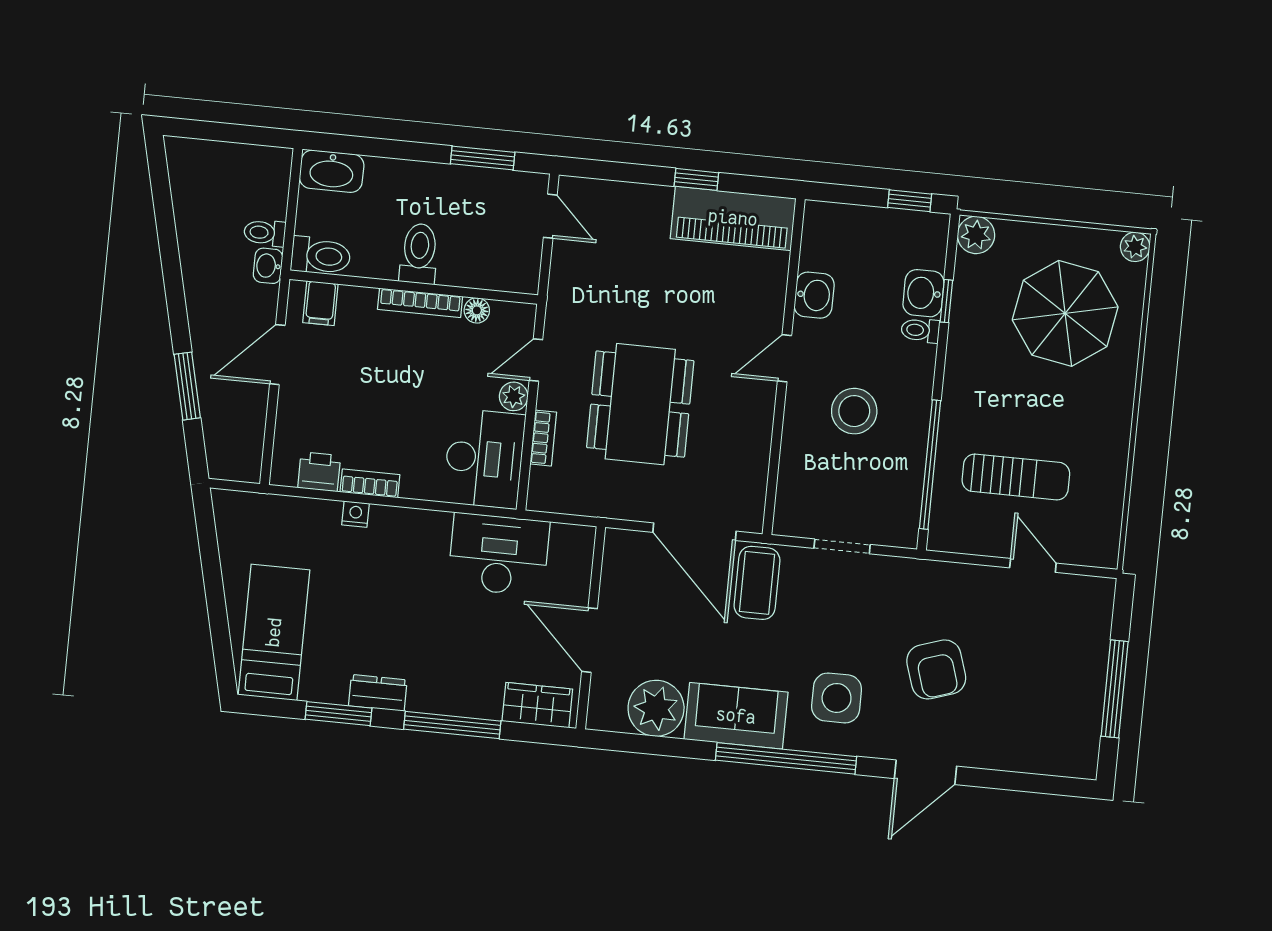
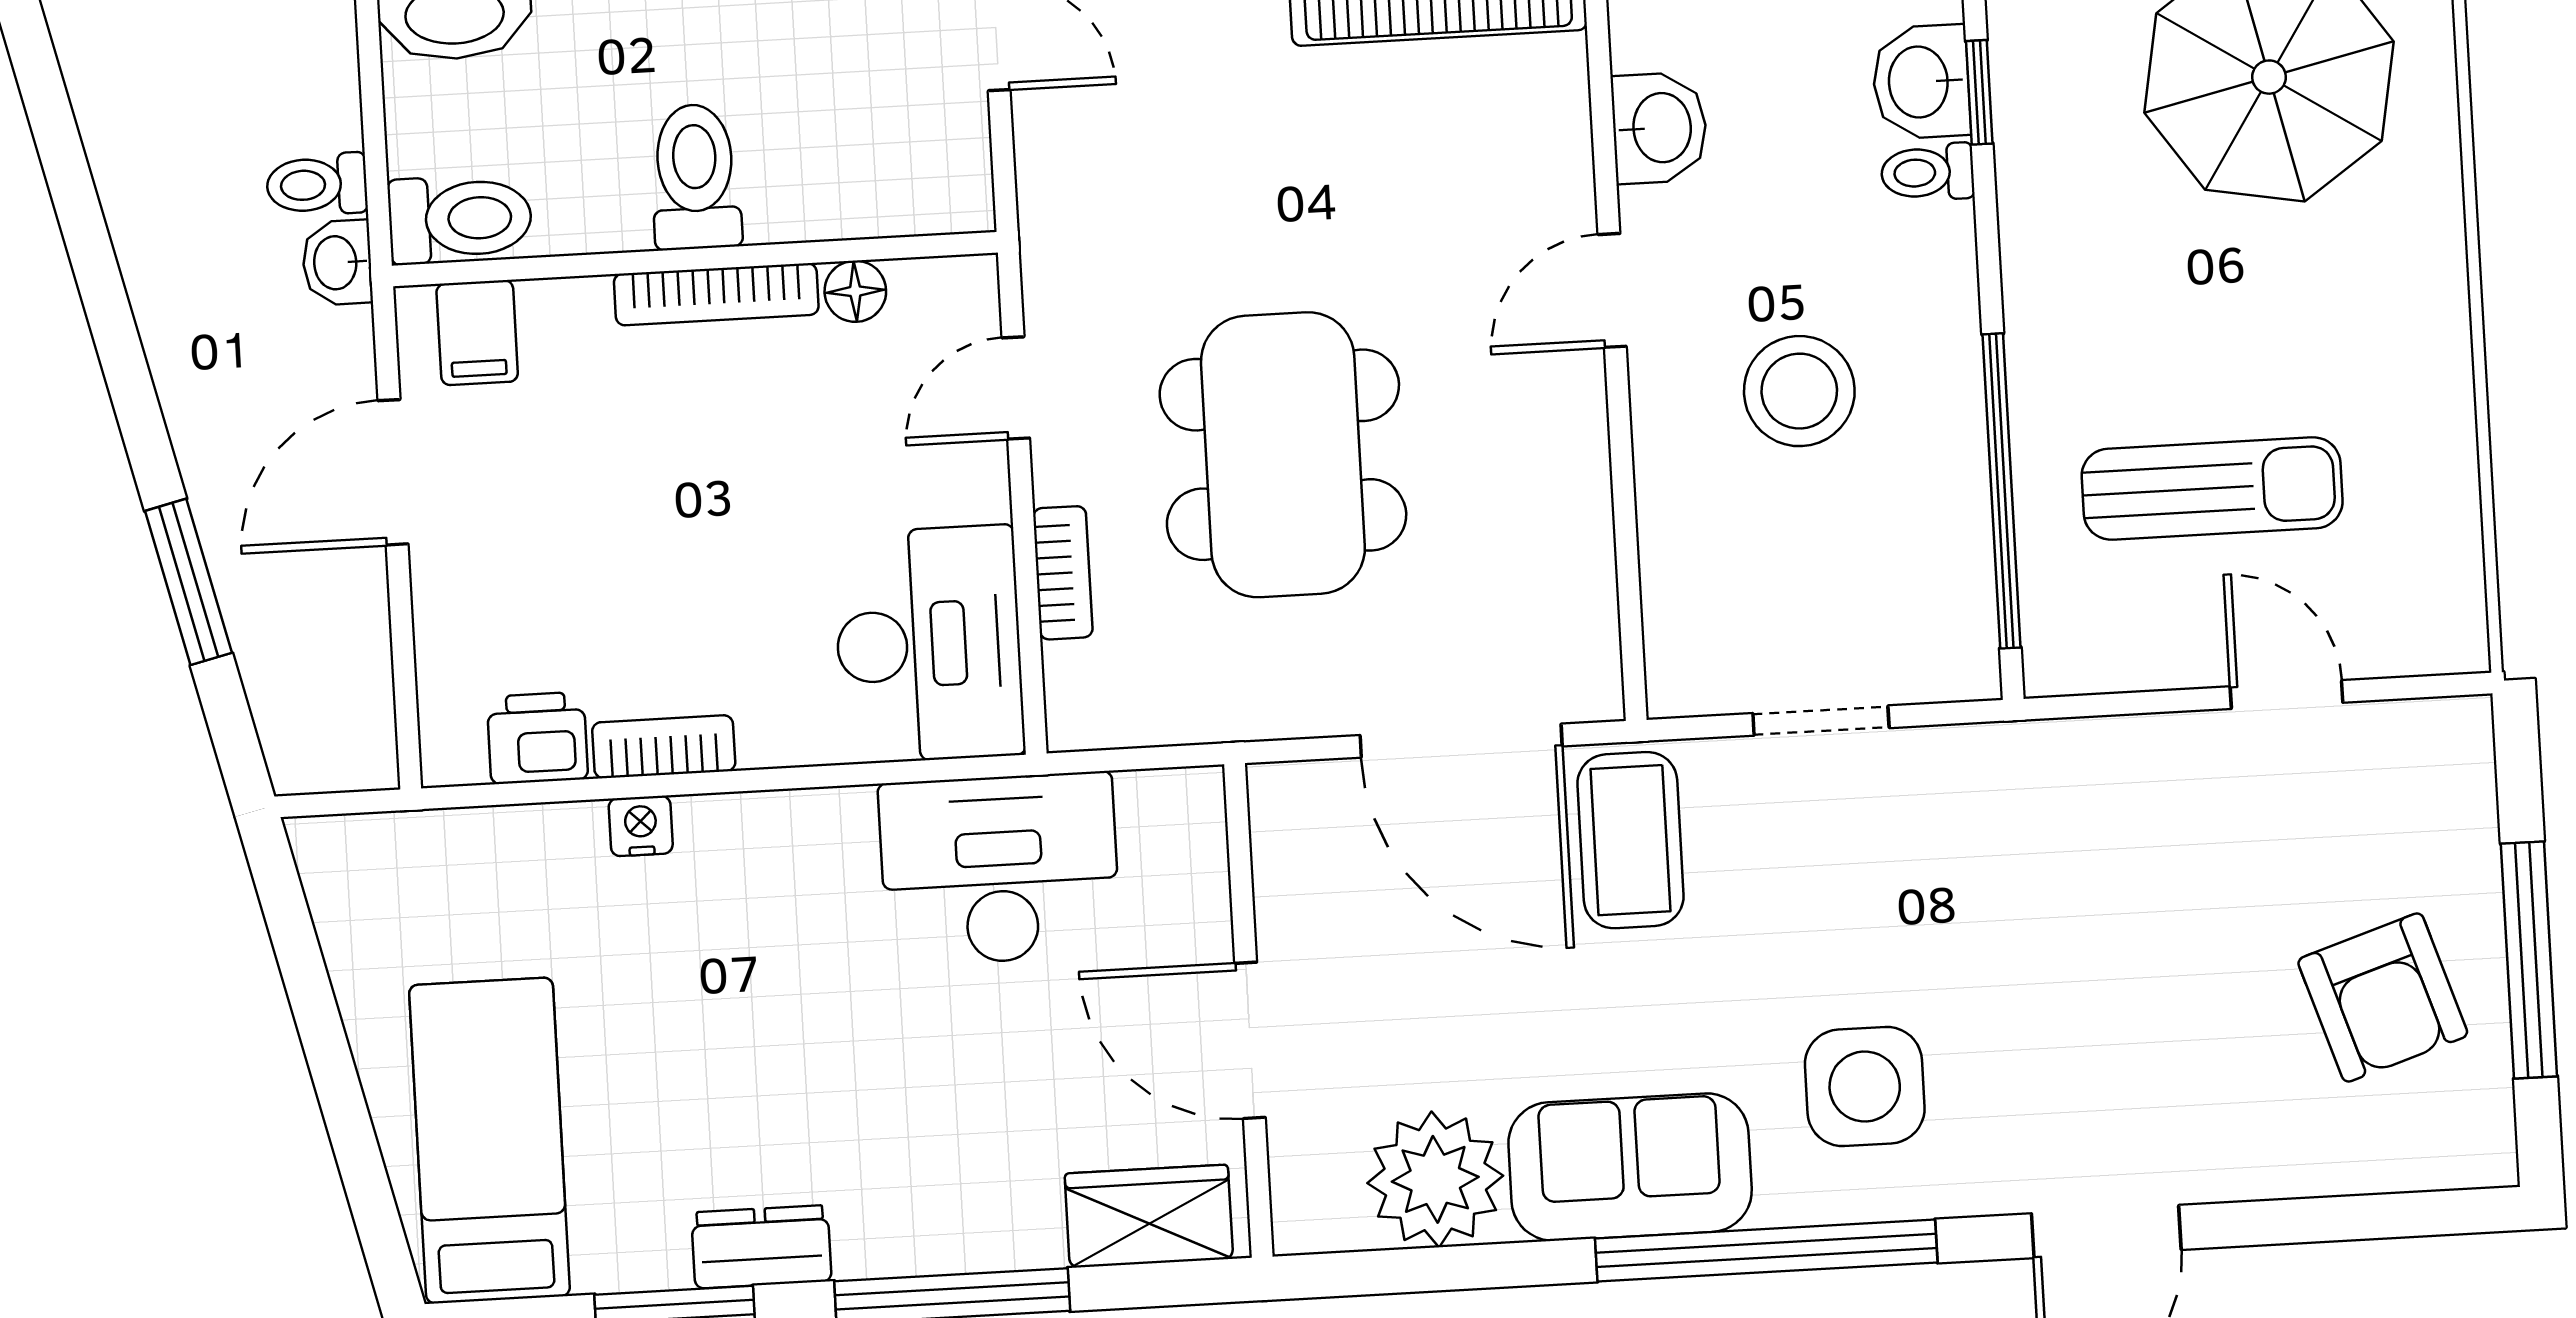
plant: (514, 396) -> (976, 484), removed
armchair: (936, 669) -> (2383, 998), moved

